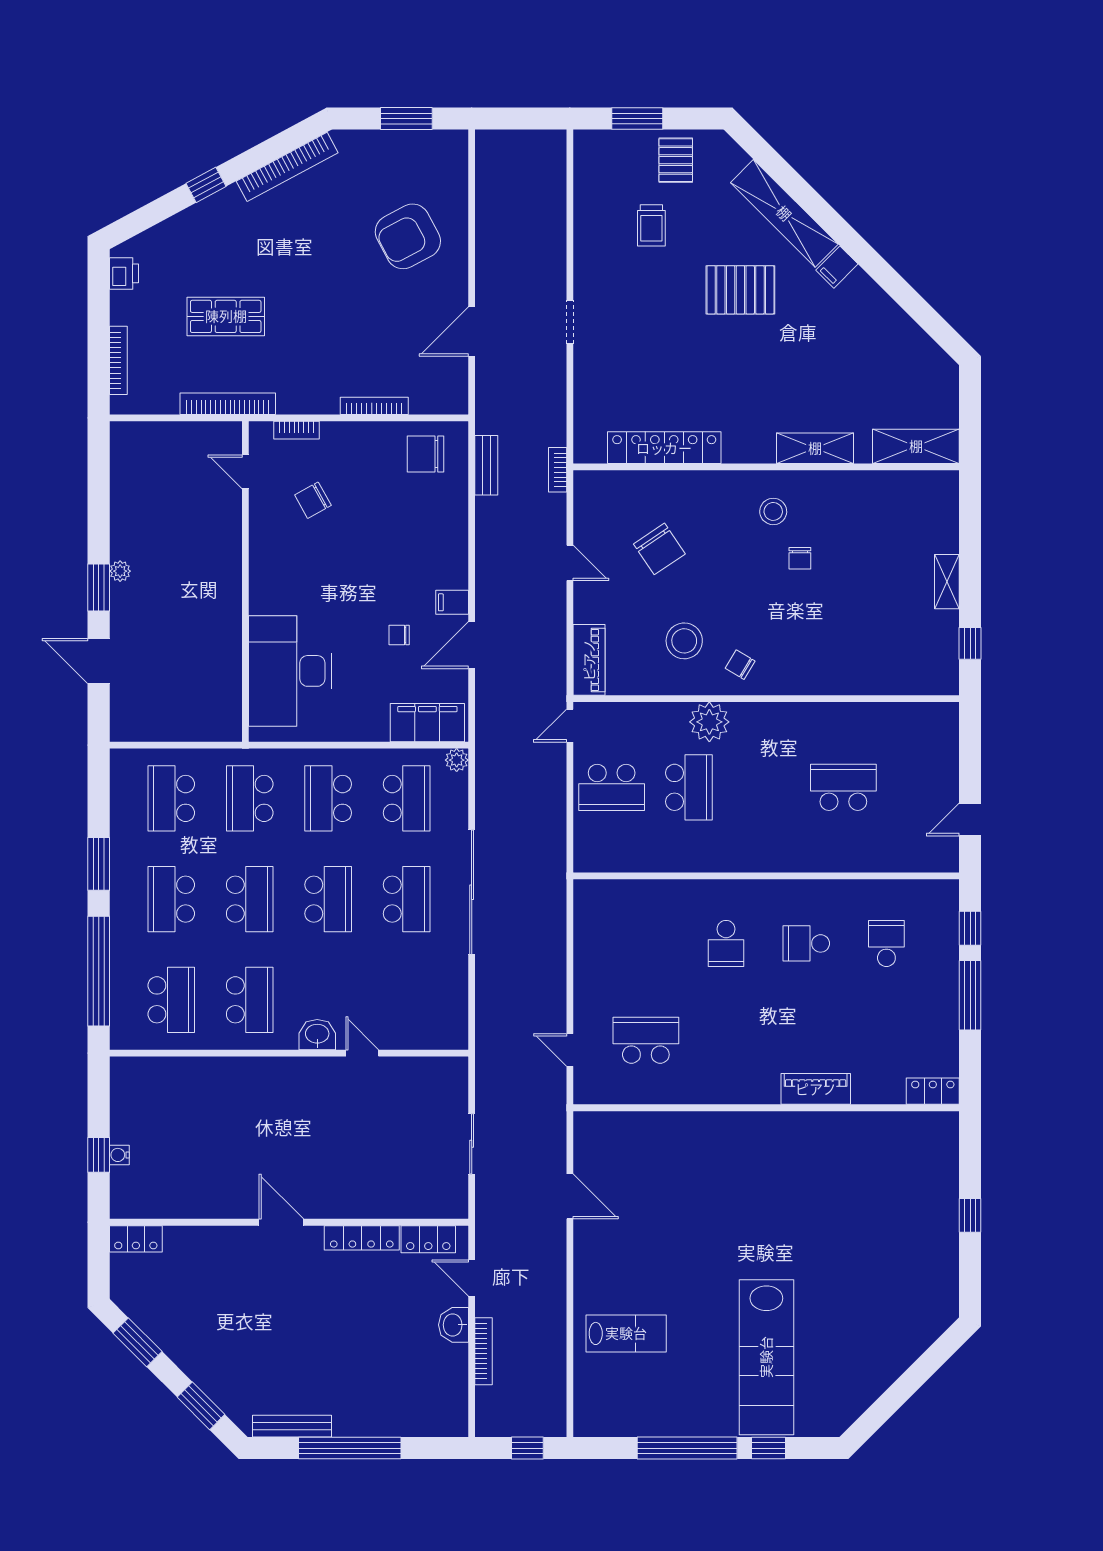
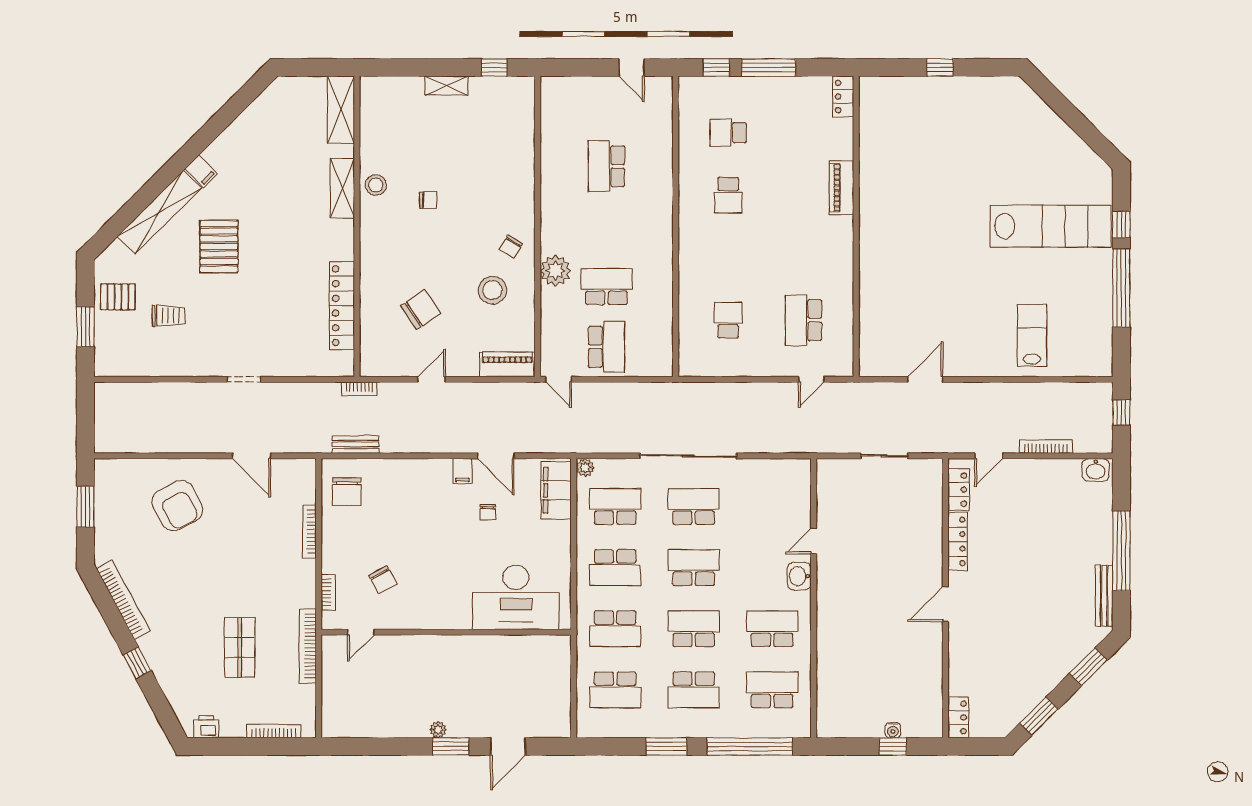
stool: (773, 511) -> (376, 185), moved
school desk: (726, 943) -> (728, 320), moved, turned -90
washbasin: (454, 1325) -> (1096, 470), moved

